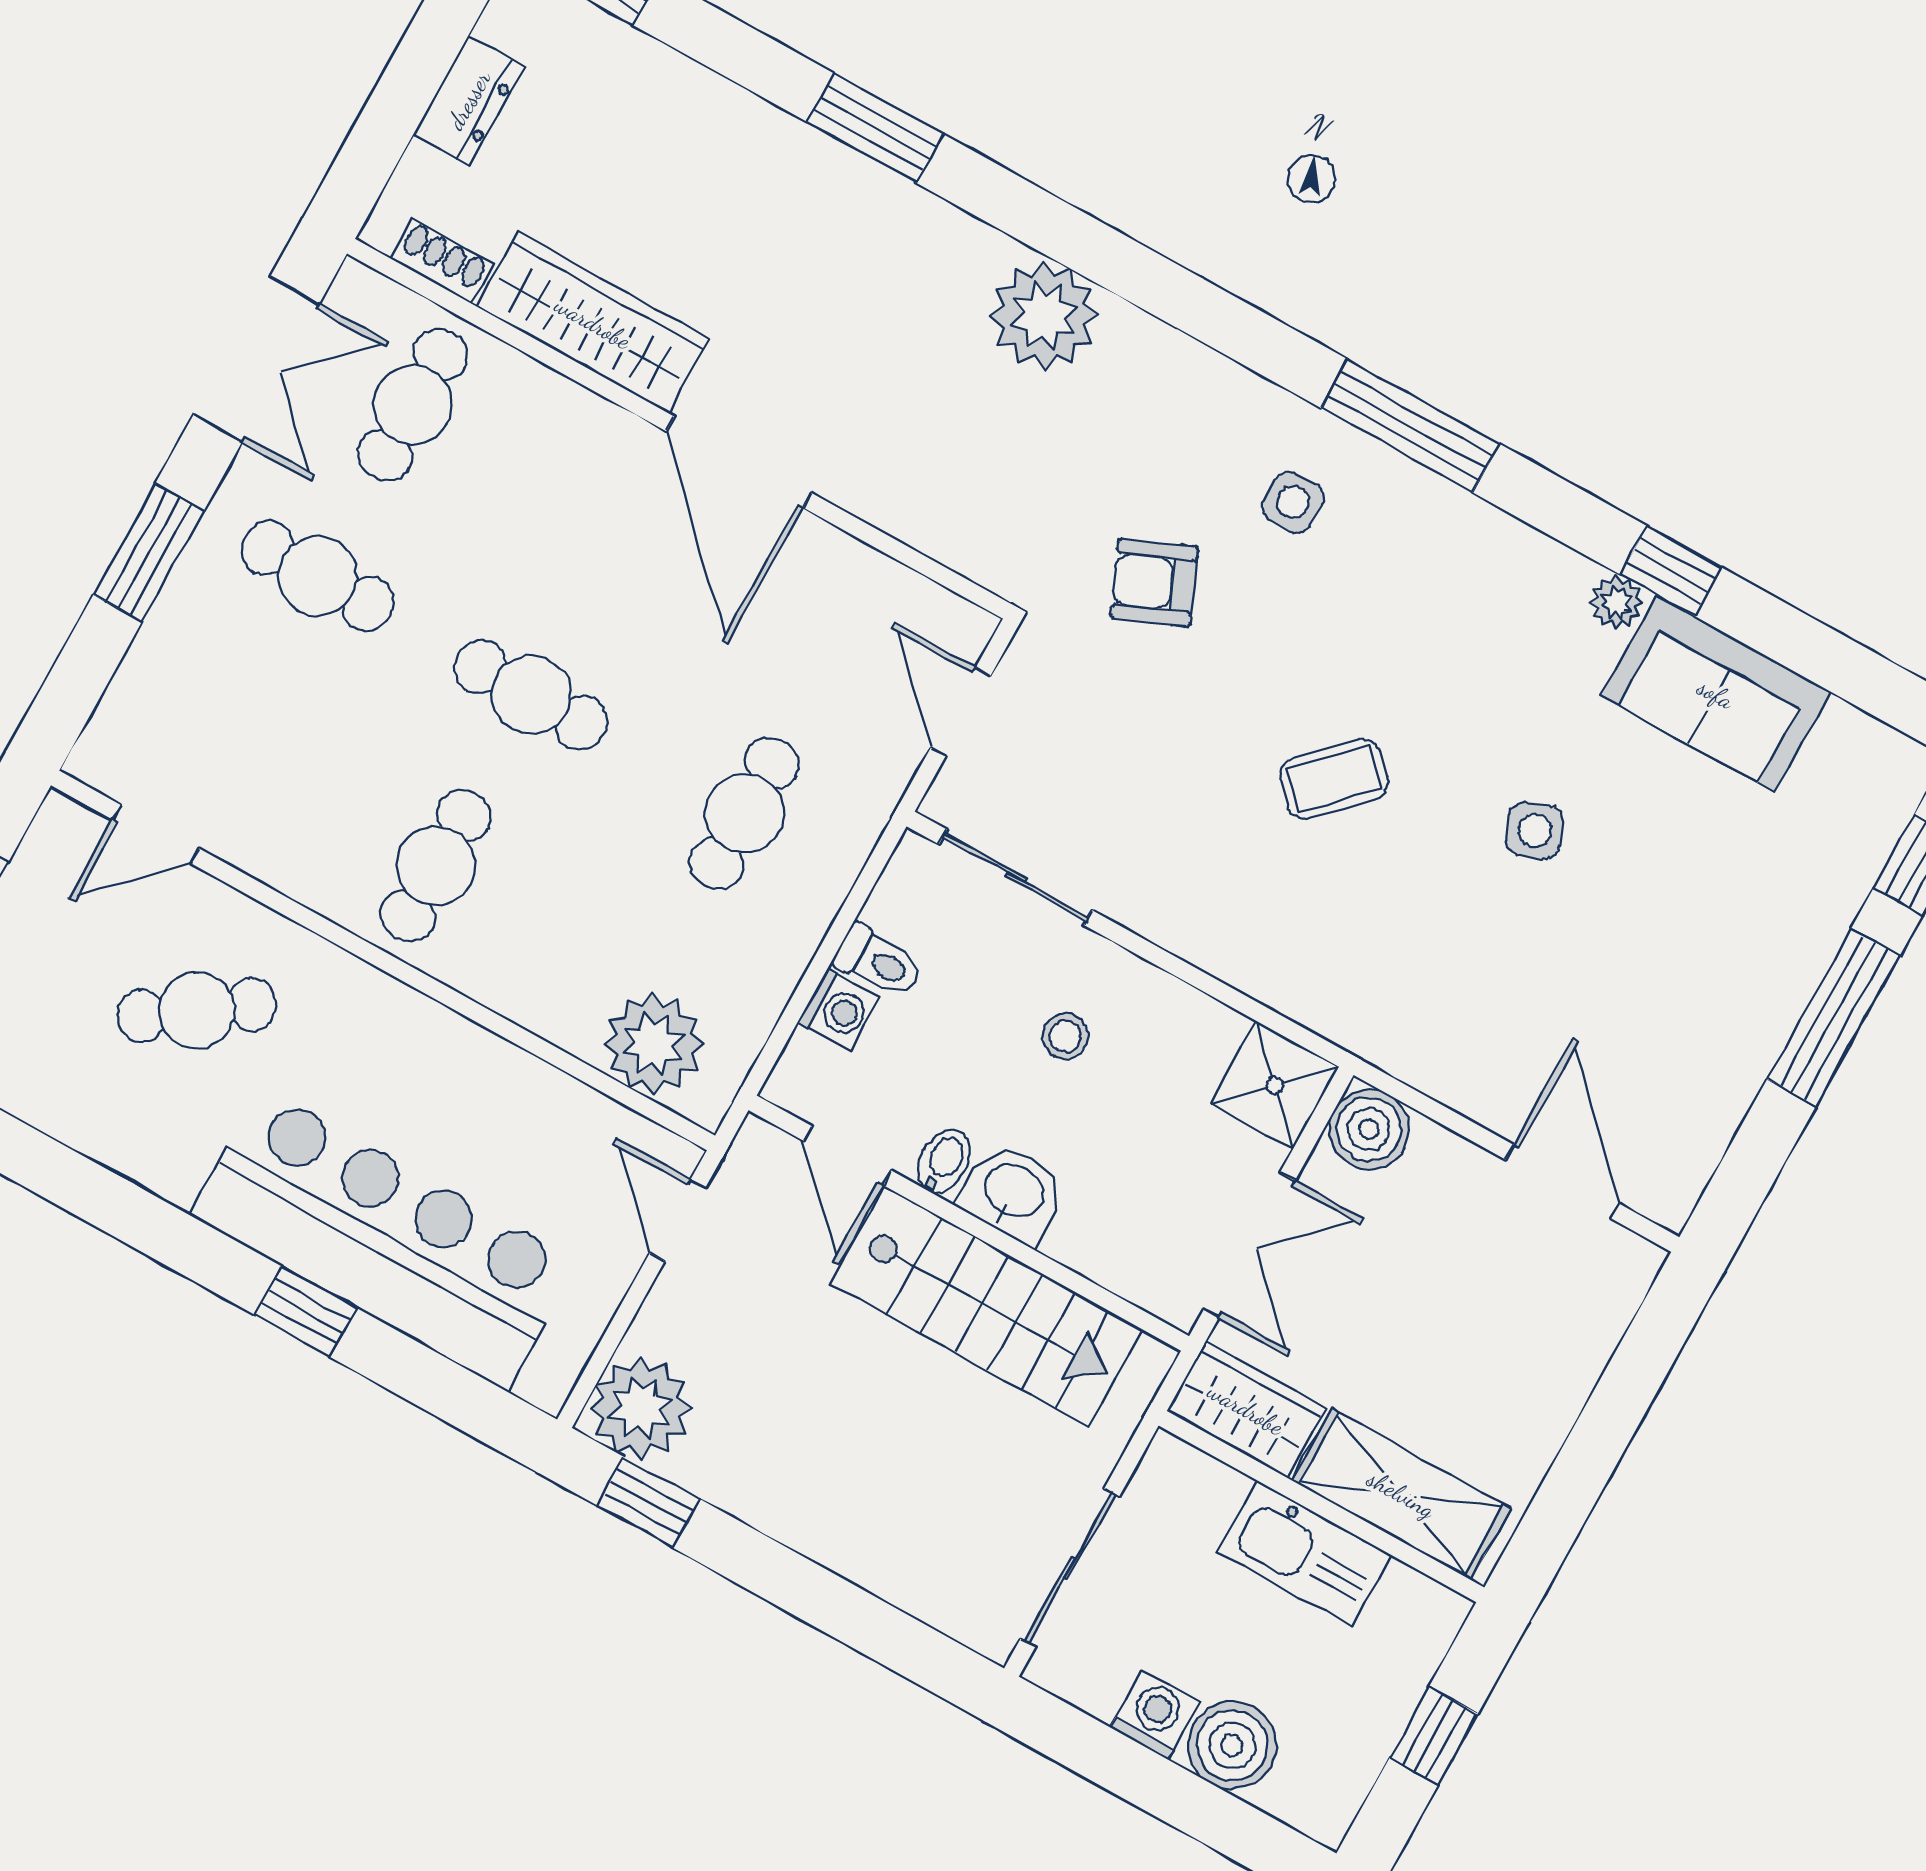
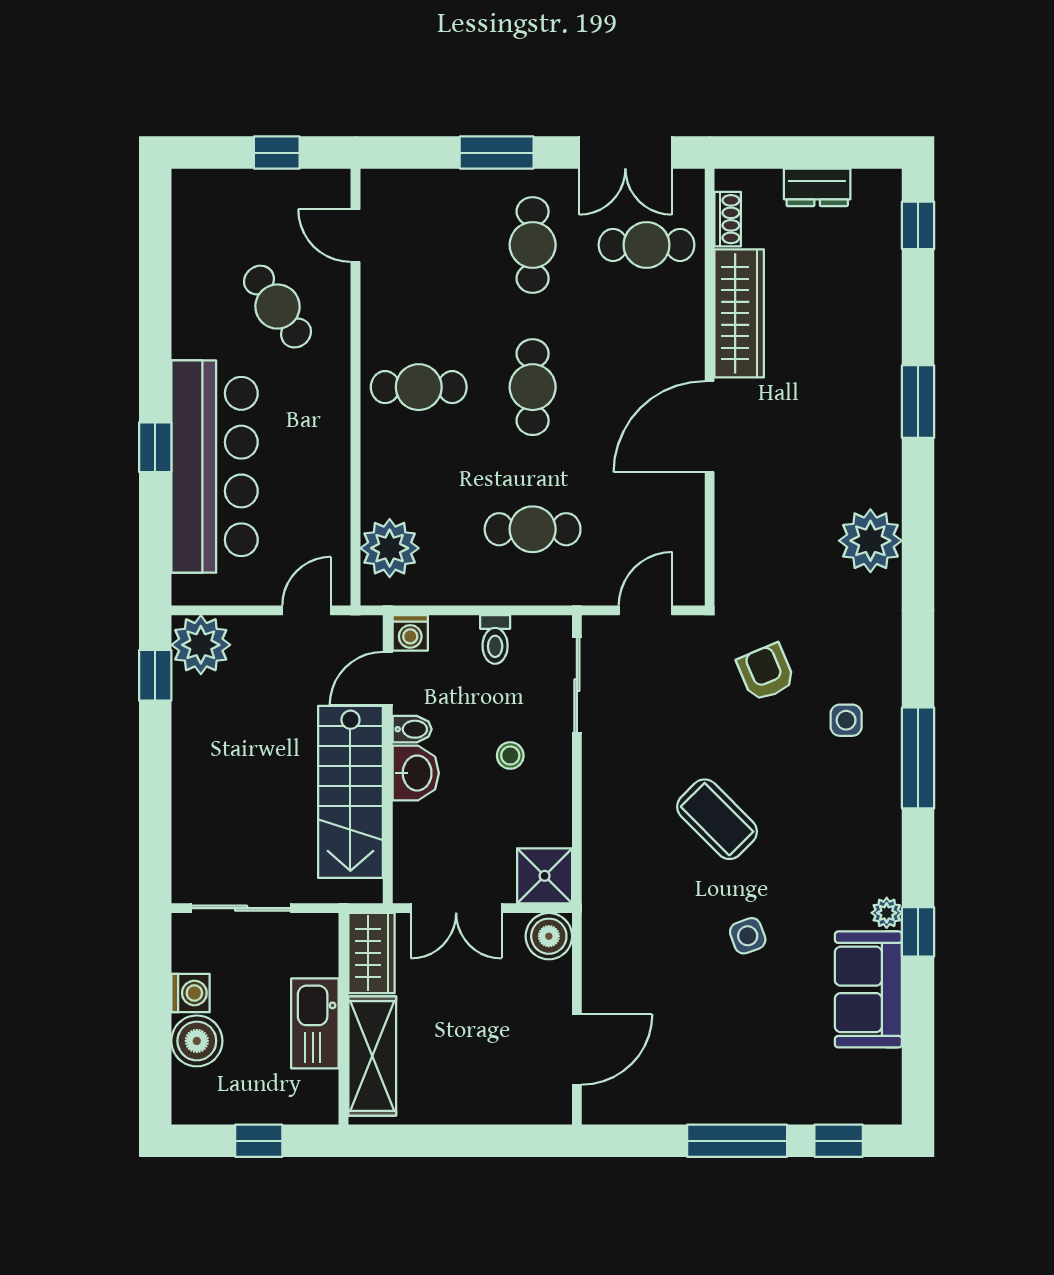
coffee table: (1334, 779) -> (717, 819), width x1.36, depth x1.30
washing machine: (839, 1010) -> (410, 633), moved

